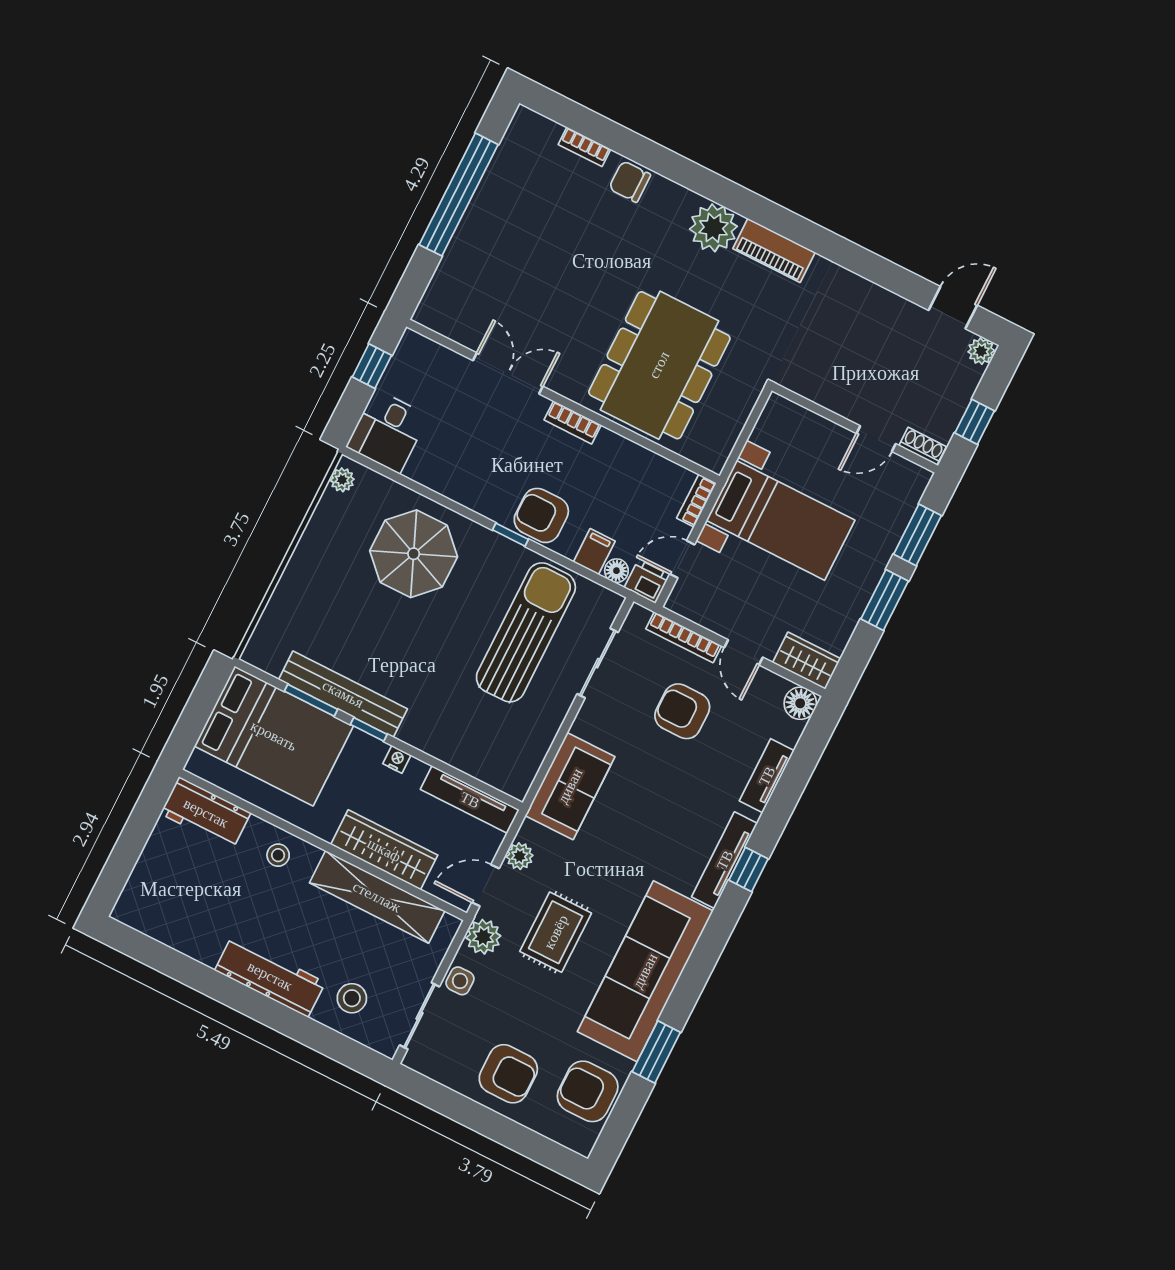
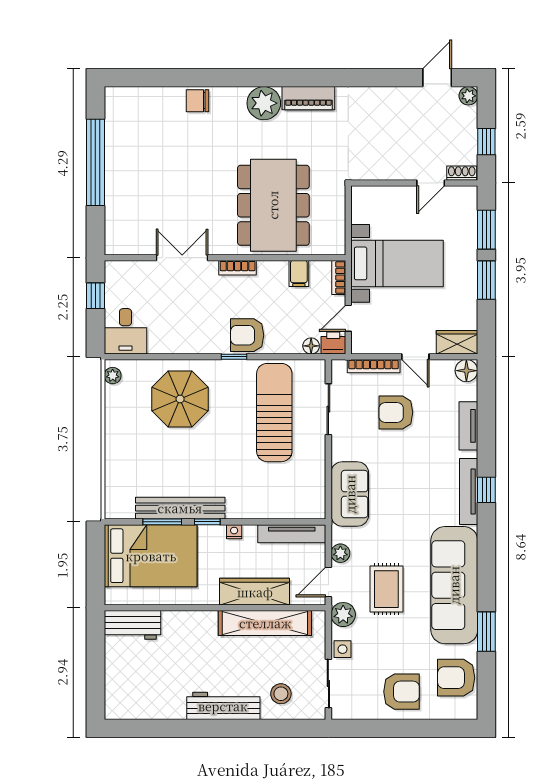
bookcase: (584, 147) -> (159, 93), removed
filing cabinet: (594, 552) -> (299, 273), moved, turned 180
stool: (278, 855) -> (190, 628), removed

